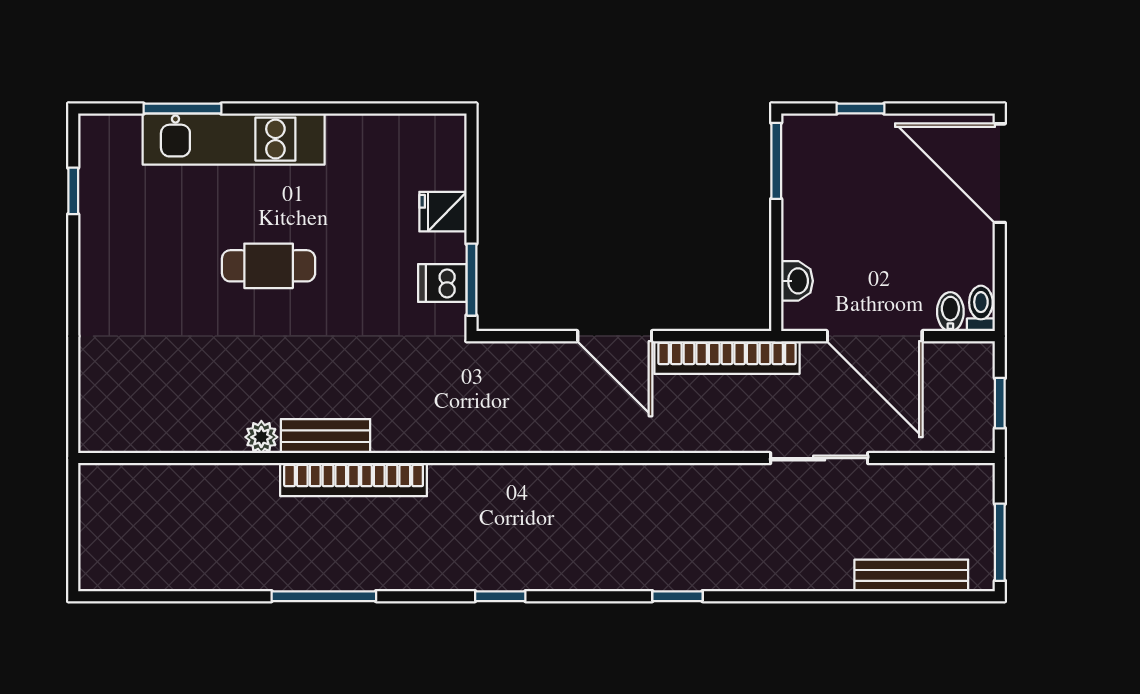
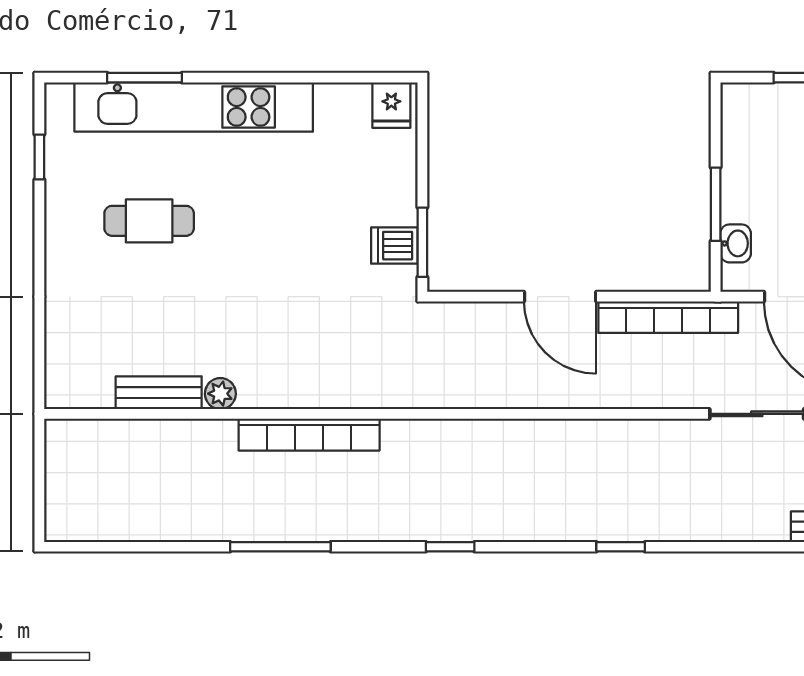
kitchen unit: (234, 139) -> (194, 107), width x1.36
window: (776, 161) -> (716, 204), moved
fridge: (443, 212) -> (391, 105), moved, turned -90
cafe table: (269, 266) -> (149, 221), moved
bench: (326, 436) -> (159, 393), moved

